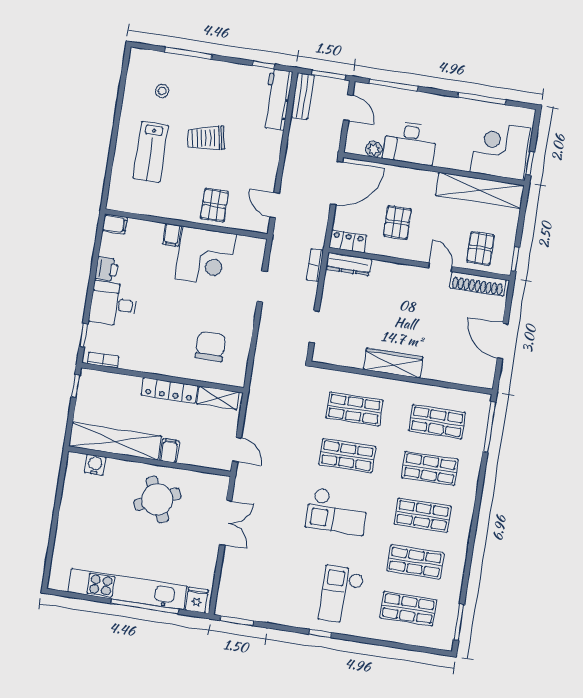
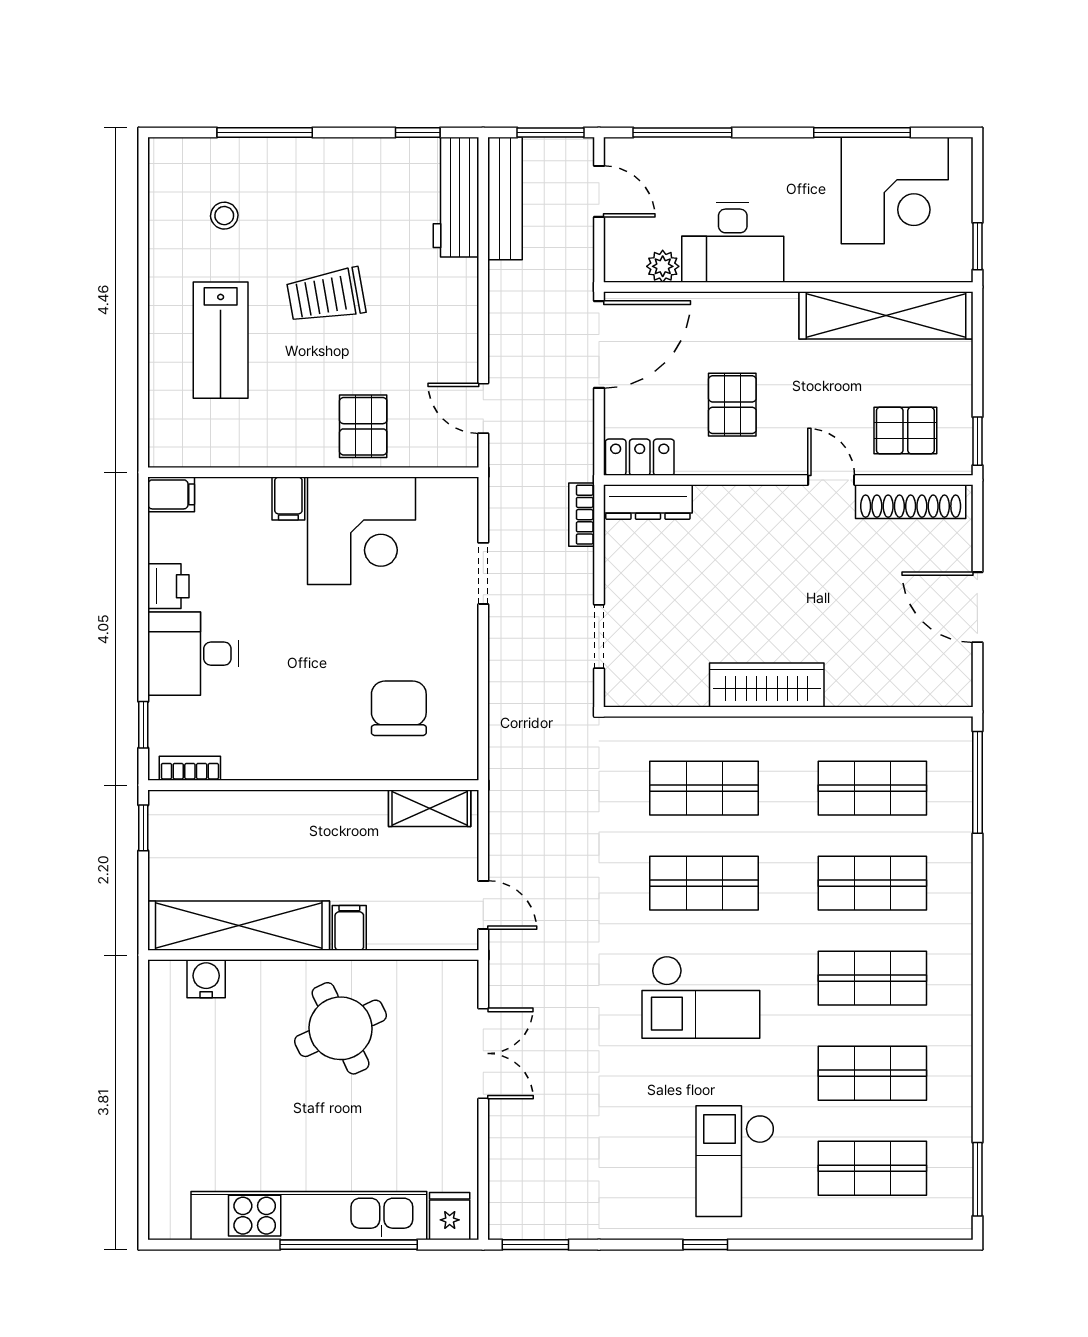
bench: (303, 96) -> (505, 199), width x1.36
corner desk: (500, 150) -> (895, 191), moved, turned 180
pallet: (481, 248) -> (905, 431), turned 90
locker: (169, 390) -> (331, 808), removed

